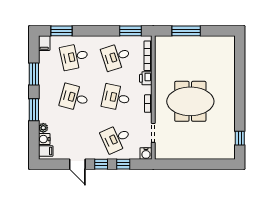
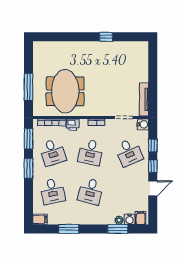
window: (62, 31) -> (29, 168), moved
meeting table: (190, 101) -> (65, 91), moved
window: (34, 110) -> (118, 229), moved
window: (240, 138) -> (106, 37), moved
tv unit: (173, 155) -> (144, 99), added

